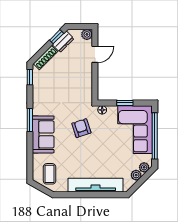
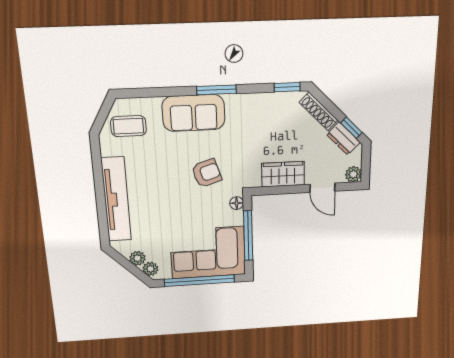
wardrobe: (84, 80) -> (283, 174), added
window: (125, 103) -> (248, 236), width x2.17

